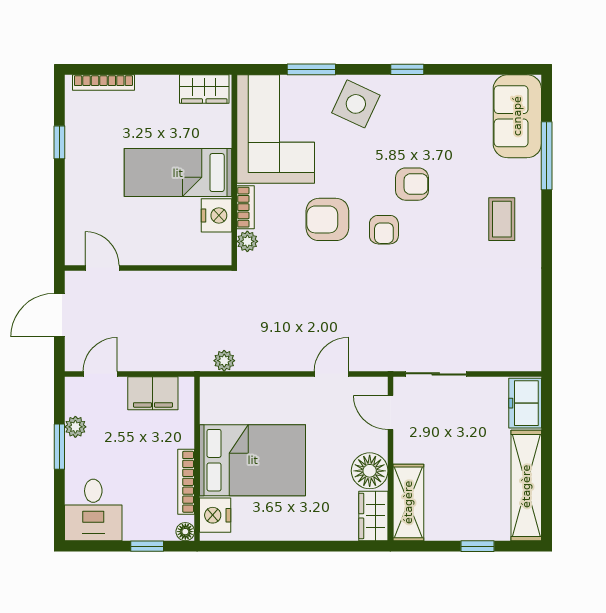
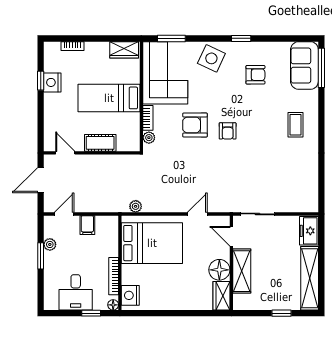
window: (311, 69) -> (171, 38), moved
bookcase: (103, 83) -> (72, 46), width x0.64
window: (547, 156) -> (321, 68), moved
armchair: (412, 184) -> (255, 75), moved
nightstand: (216, 215) -> (52, 82), moved, turned 180
cot: (163, 251) -> (100, 143), added
filing cabinet: (153, 393) -> (87, 225), width x0.50
bed: (253, 460) -> (152, 243), moved
shelving: (408, 502) -> (242, 271), moved
desk: (93, 510) -> (76, 292), moved

